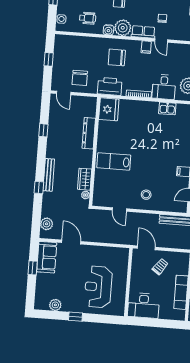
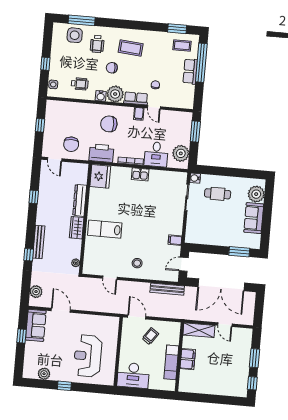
kitchen sink: (167, 108) -> (140, 174), moved
wardrobe: (85, 179) -> (77, 228), moved

